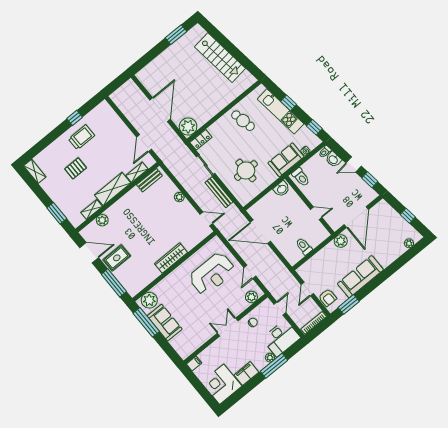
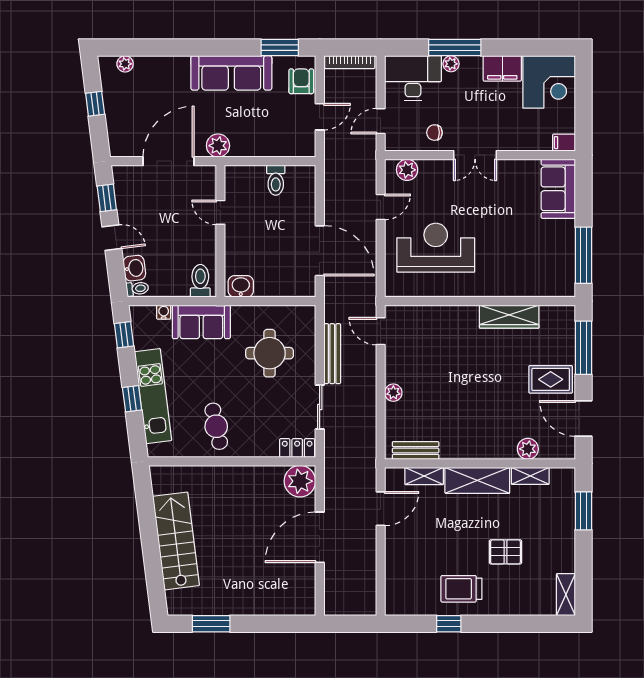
wardrobe: (171, 258) -> (509, 317), moved
plant: (149, 300) -> (554, 283), removed
sofa: (165, 323) -> (558, 189), moved

